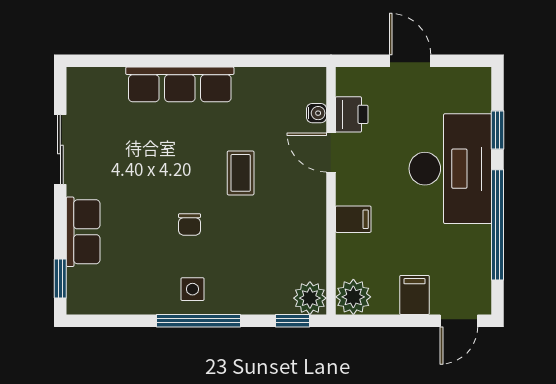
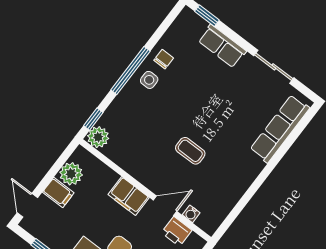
row of seats: (180, 84) -> (280, 129), moved
filing cabinet: (353, 219) -> (129, 196), width x2.00
chair: (189, 224) -> (164, 59), moved, turned 90
plant: (353, 297) -> (71, 174), moved

